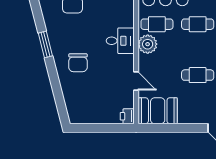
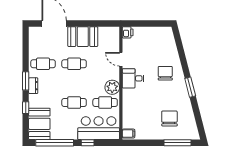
desk: (120, 41) -> (133, 78), moved
booth: (158, 111) -> (83, 37), moved

